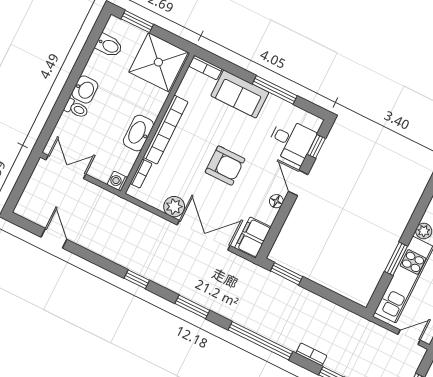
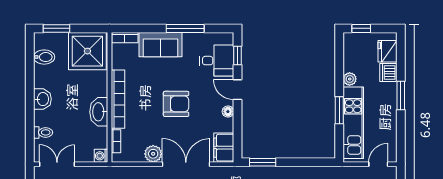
toilet: (76, 109) -> (43, 132), moved

